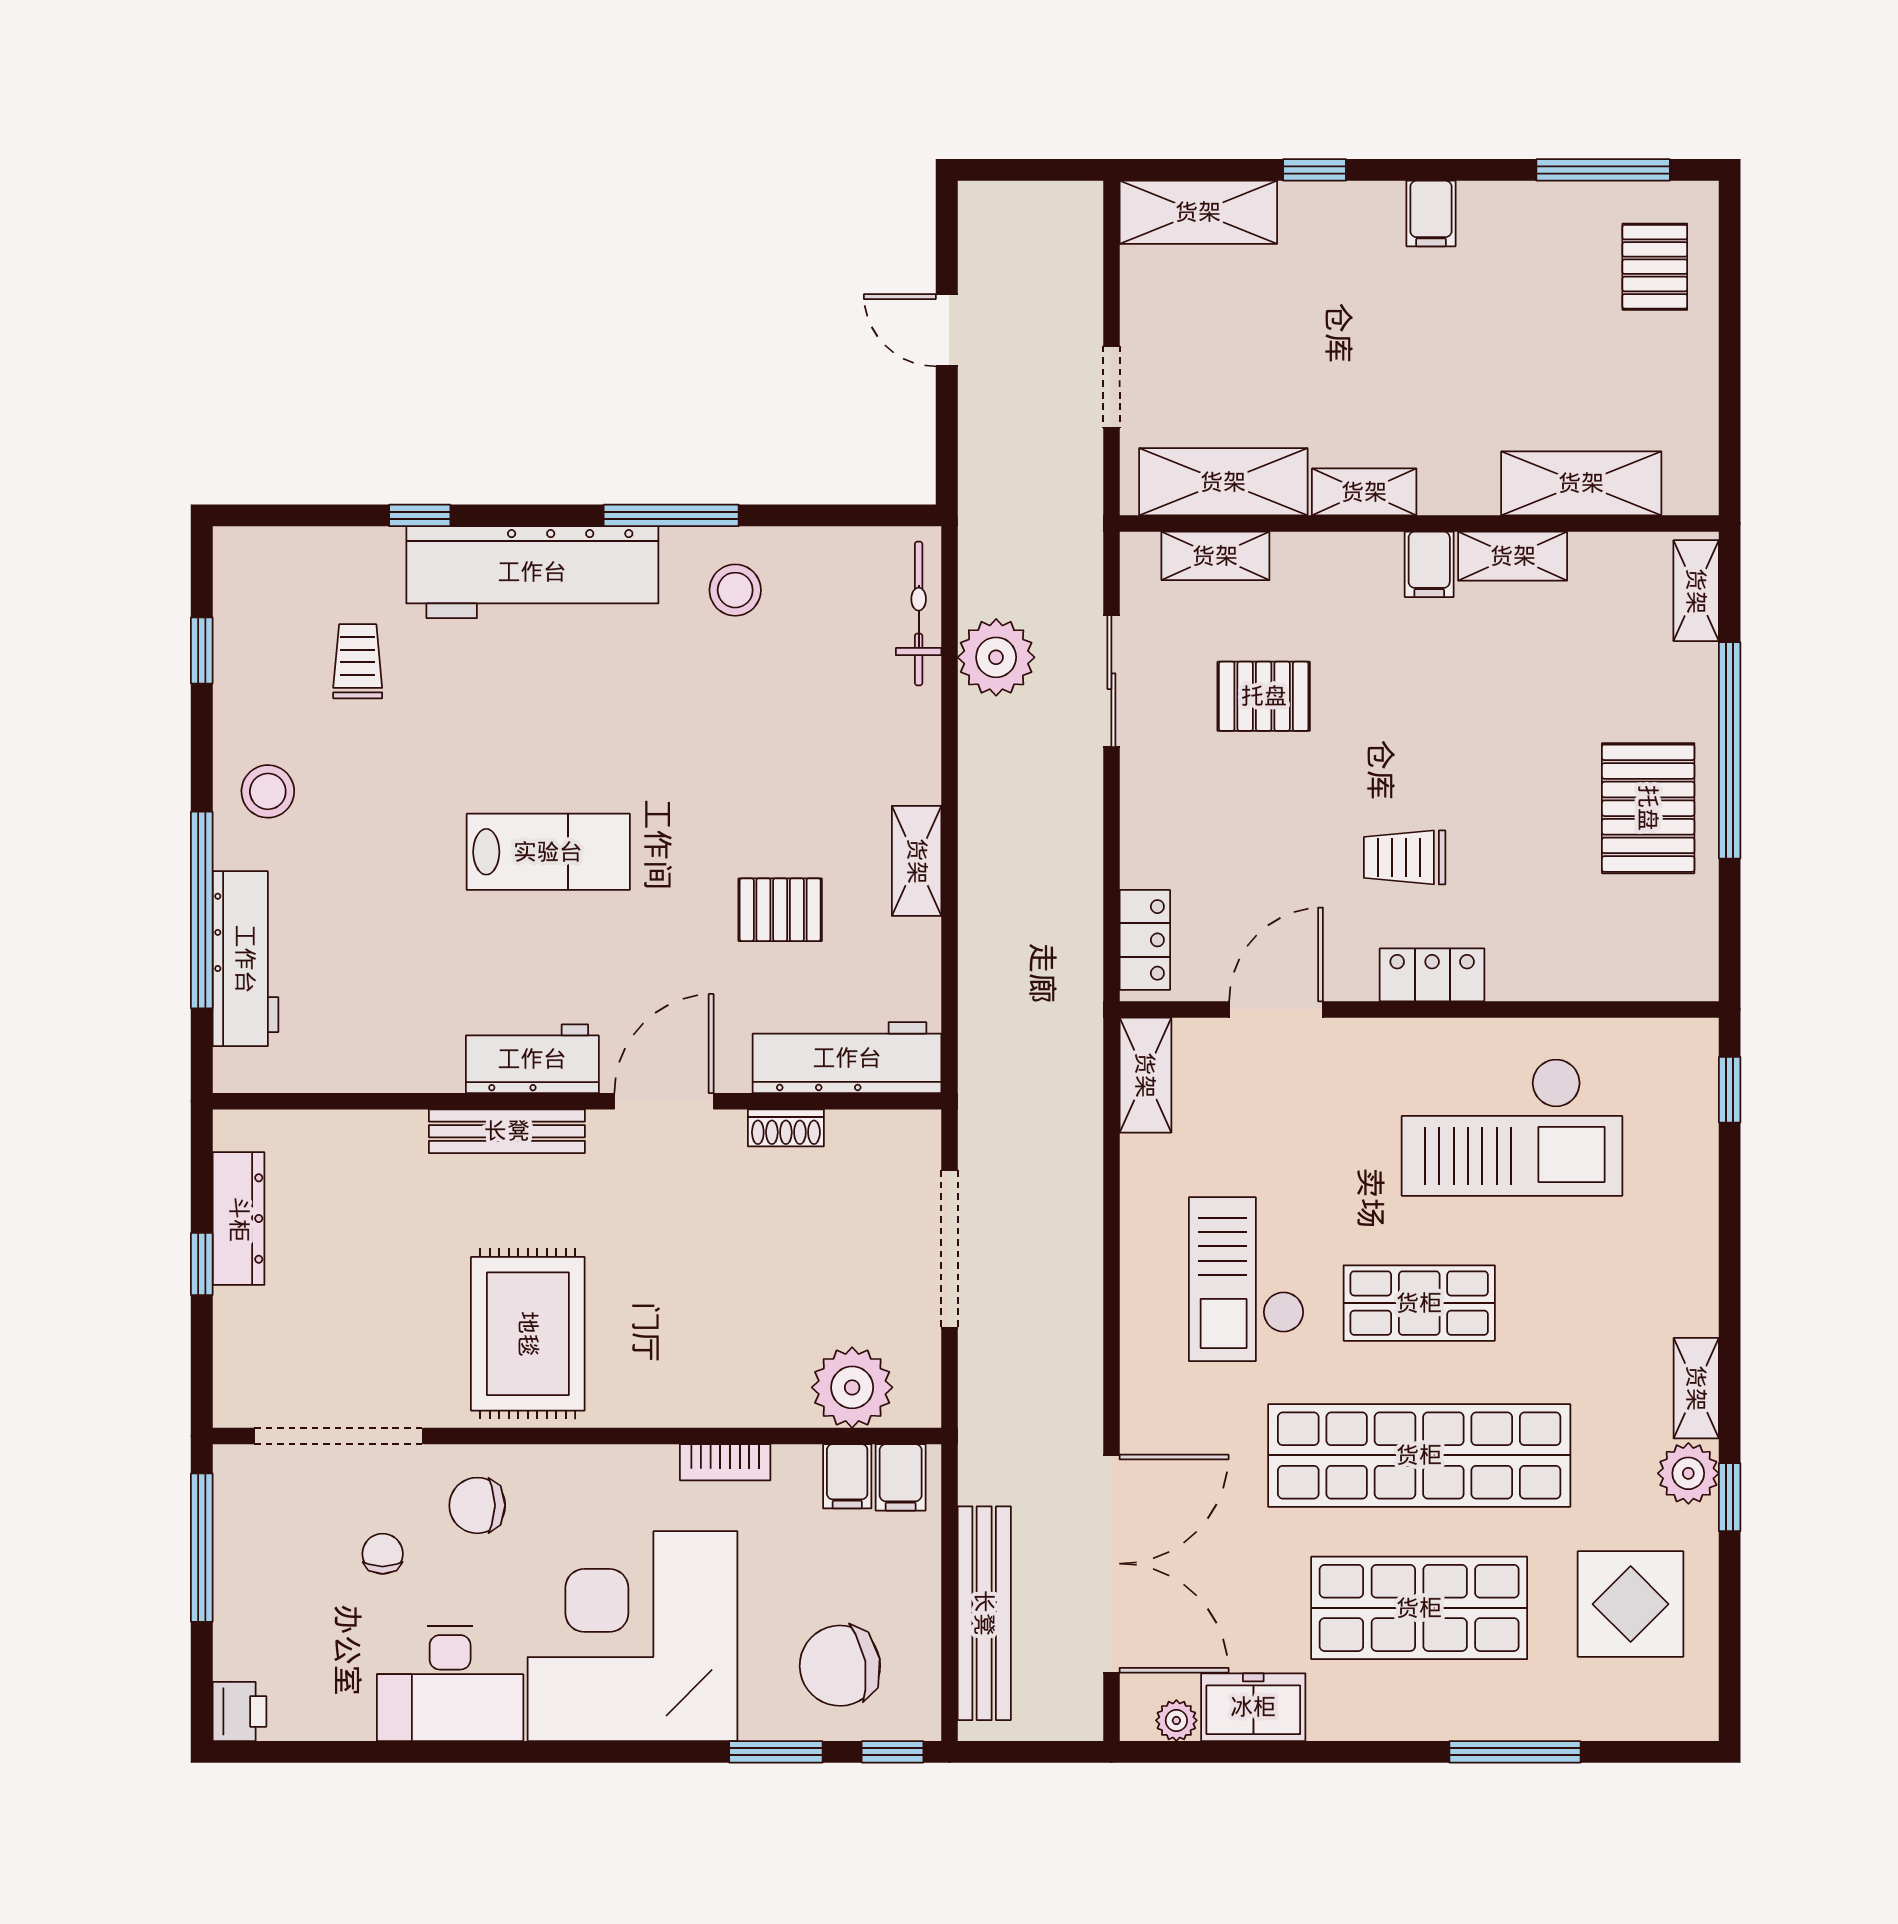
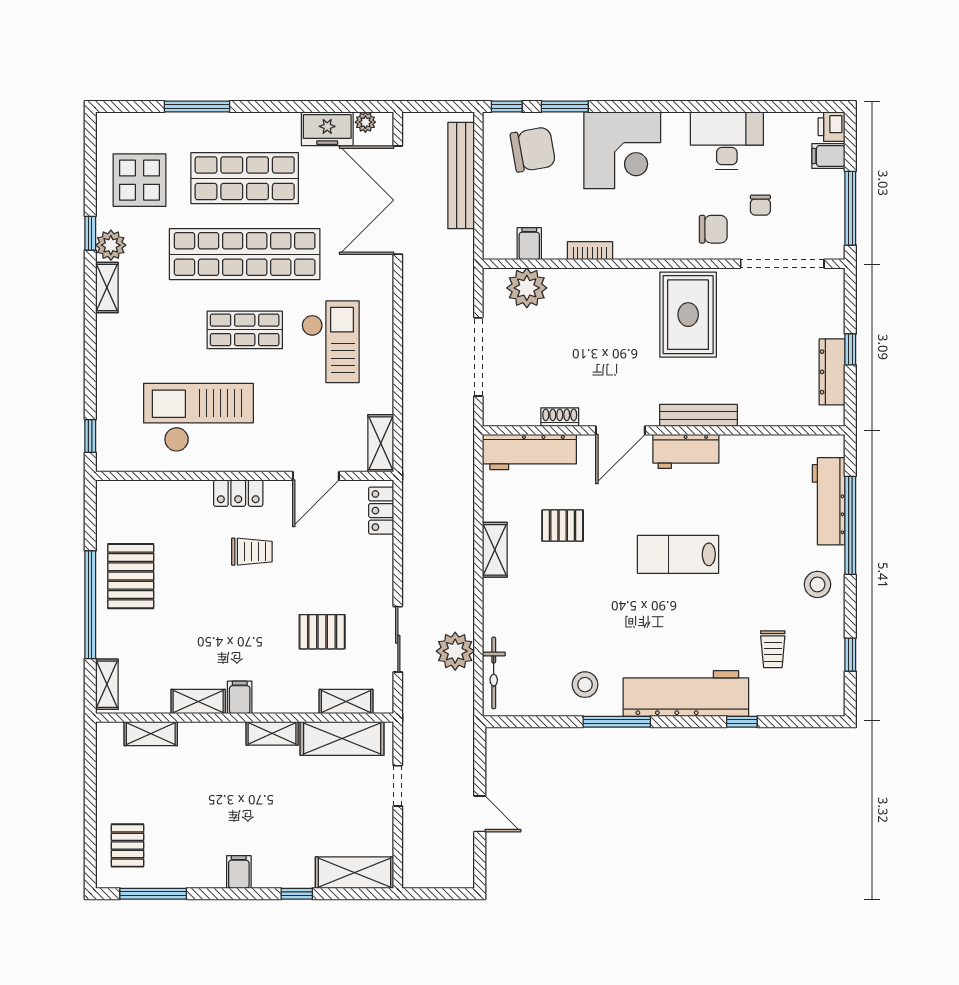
shelving: (1581, 483) -> (151, 734), width x0.67, depth x0.75
filing cabinet: (901, 1477) -> (828, 156), moved, turned -90
corner desk: (633, 1636) -> (622, 150), width x0.74, depth x0.74

